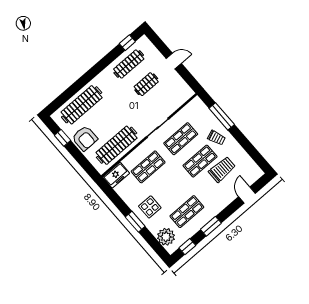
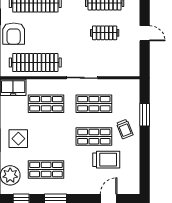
window: (222, 116) -> (145, 115), width x0.69

